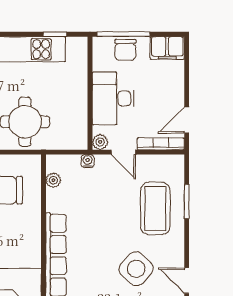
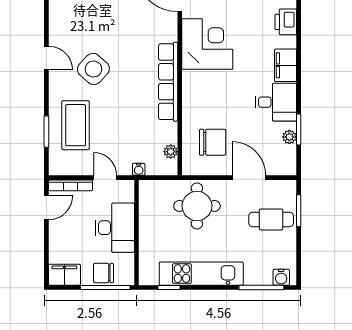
chair: (125, 50) -> (104, 273), turned -90
plant: (100, 142) -> (127, 187), removed

